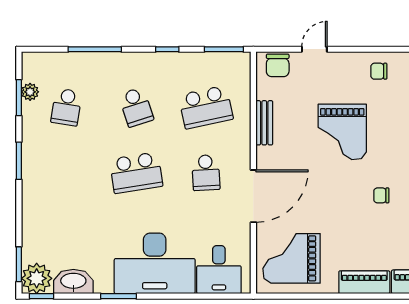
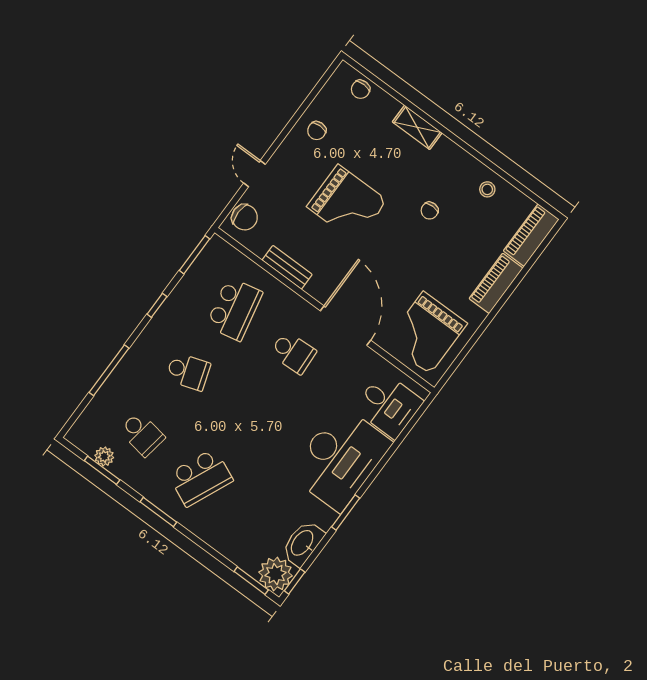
school desk: (136, 173) -> (201, 477), moved, turned 33

